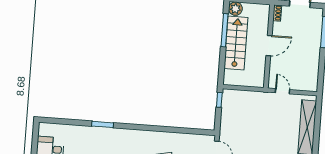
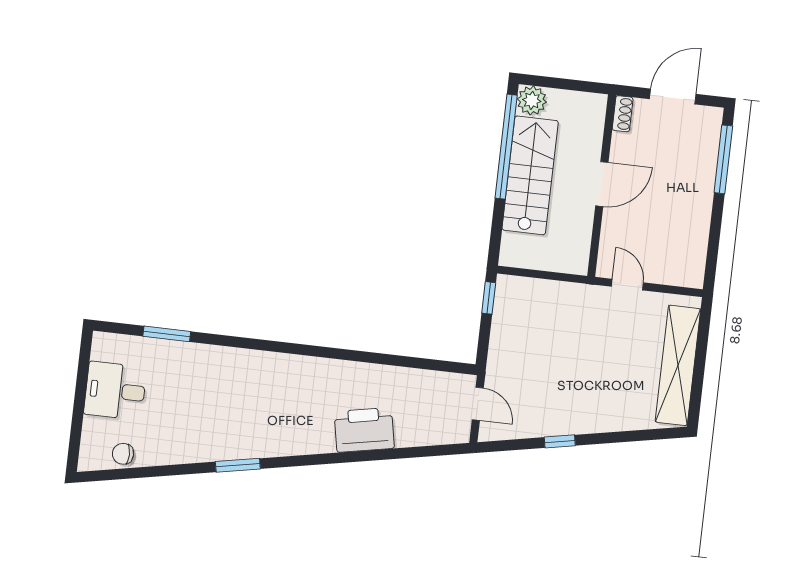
window: (225, 30) -> (506, 147), width x1.46
window: (103, 124) -> (167, 334), moved

